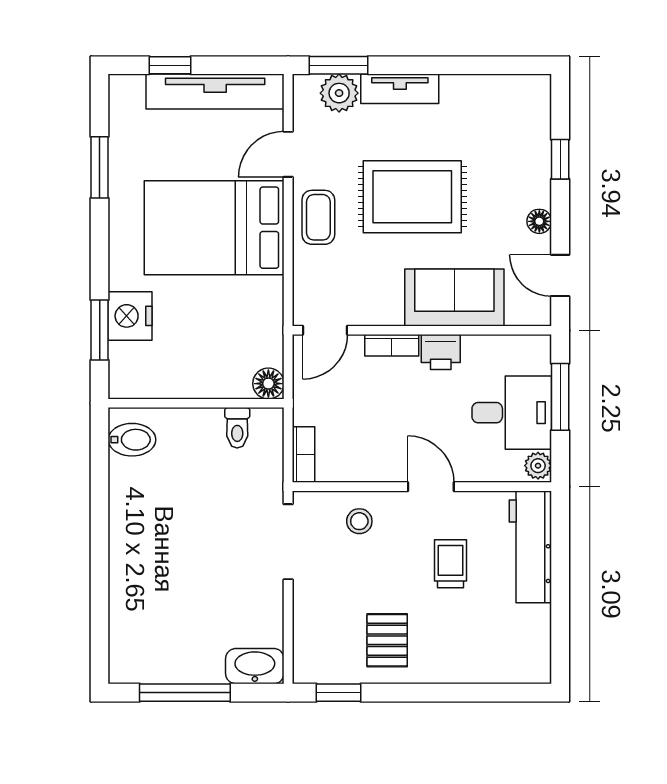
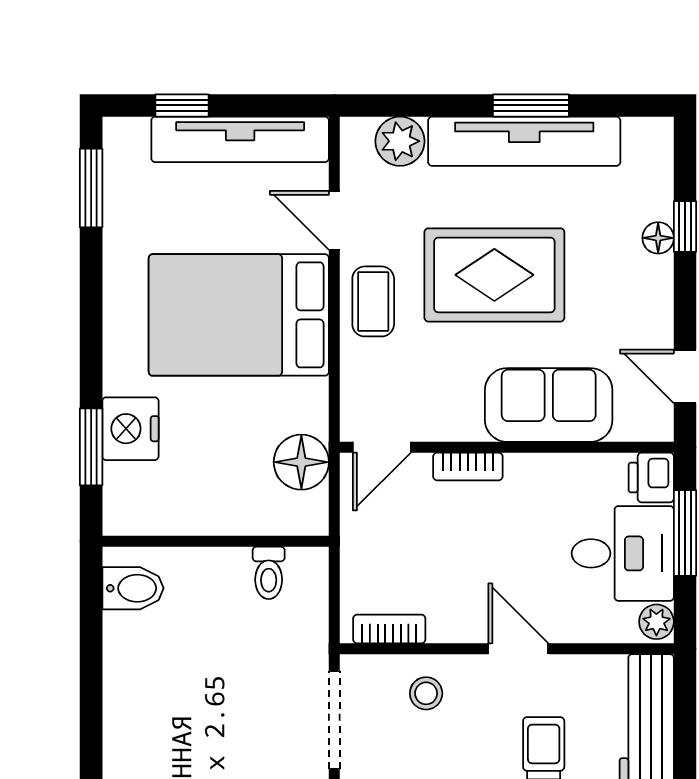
window: (338, 65) -> (531, 105), moved
tv unit: (400, 89) -> (524, 141), width x1.92, depth x1.29
door: (288, 154) -> (334, 220), hinge flipped
window: (100, 167) -> (91, 188), moved
floor lamp: (539, 221) -> (658, 238), moved
printer: (441, 352) -> (651, 478), moved, turned 90
floor lamp: (268, 384) -> (301, 462), moved, width x1.38, depth x1.38
bookcase: (304, 454) -> (389, 629), moved, turned -90

